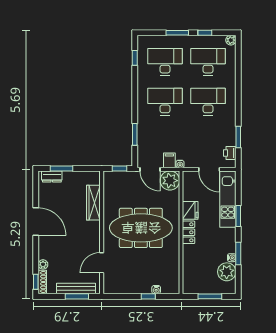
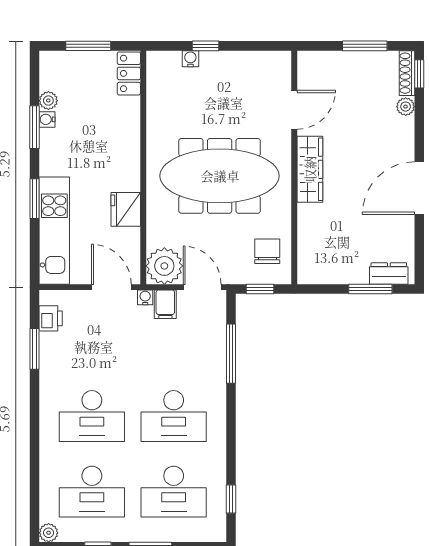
window: (135, 134) -> (231, 354), width x1.44
door: (209, 169) -> (111, 287), moved
chair: (116, 188) -> (267, 251), added
wardrobe: (93, 203) -> (310, 169), moved
door: (36, 222) -> (419, 188), hinge flipped
locker: (189, 232) -> (129, 73), moved
plant: (227, 272) -> (48, 101), width x0.53, depth x0.53
bench: (76, 288) -> (343, 61), removed
window: (77, 296) -> (365, 46), moved

